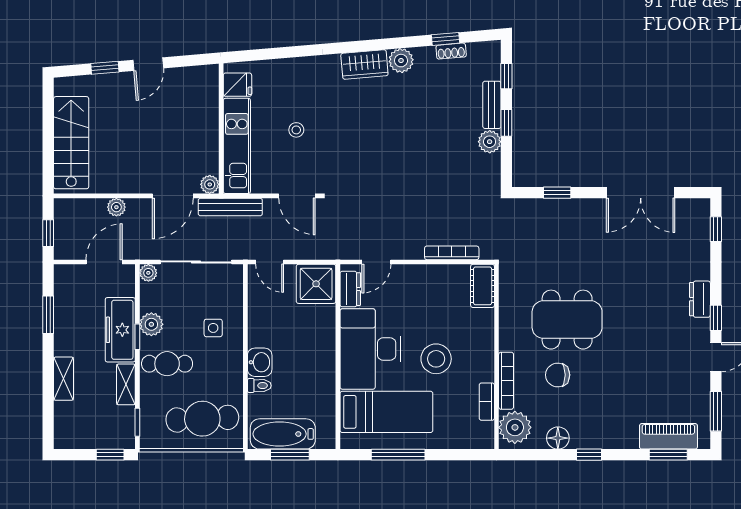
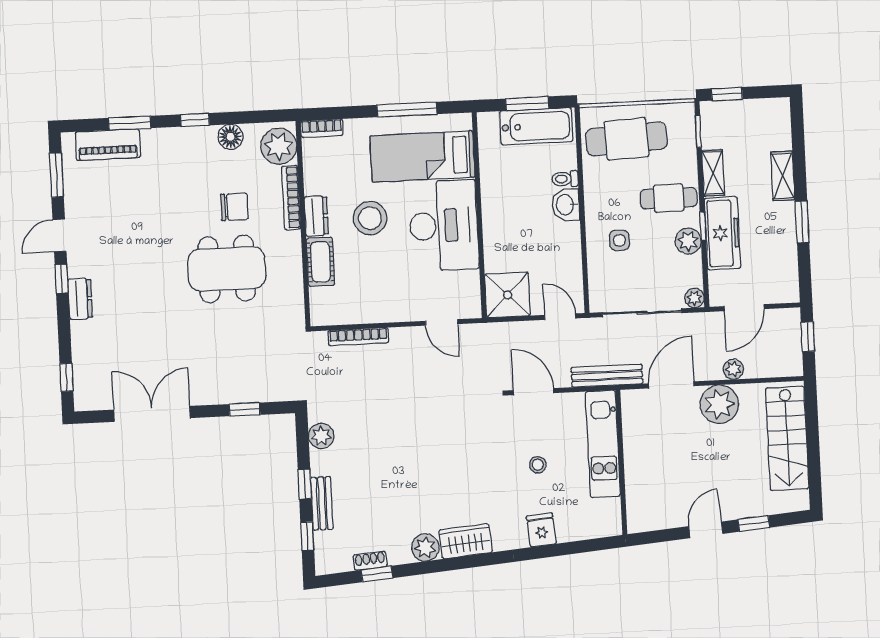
fridge: (237, 85) -> (541, 530), moved, turned 85
plant: (490, 142) -> (321, 436), moved
plant: (210, 184) -> (719, 404), moved, width x1.87, depth x1.87
door: (376, 262) -> (442, 322), swing flipped
cot: (483, 286) -> (320, 262), moved
dresser: (350, 289) -> (316, 216), moved, turned 180
window: (48, 315) -> (802, 222), moved
bookcase: (487, 402) -> (322, 128), moved, turned 90
window: (668, 455) -> (130, 123), moved

